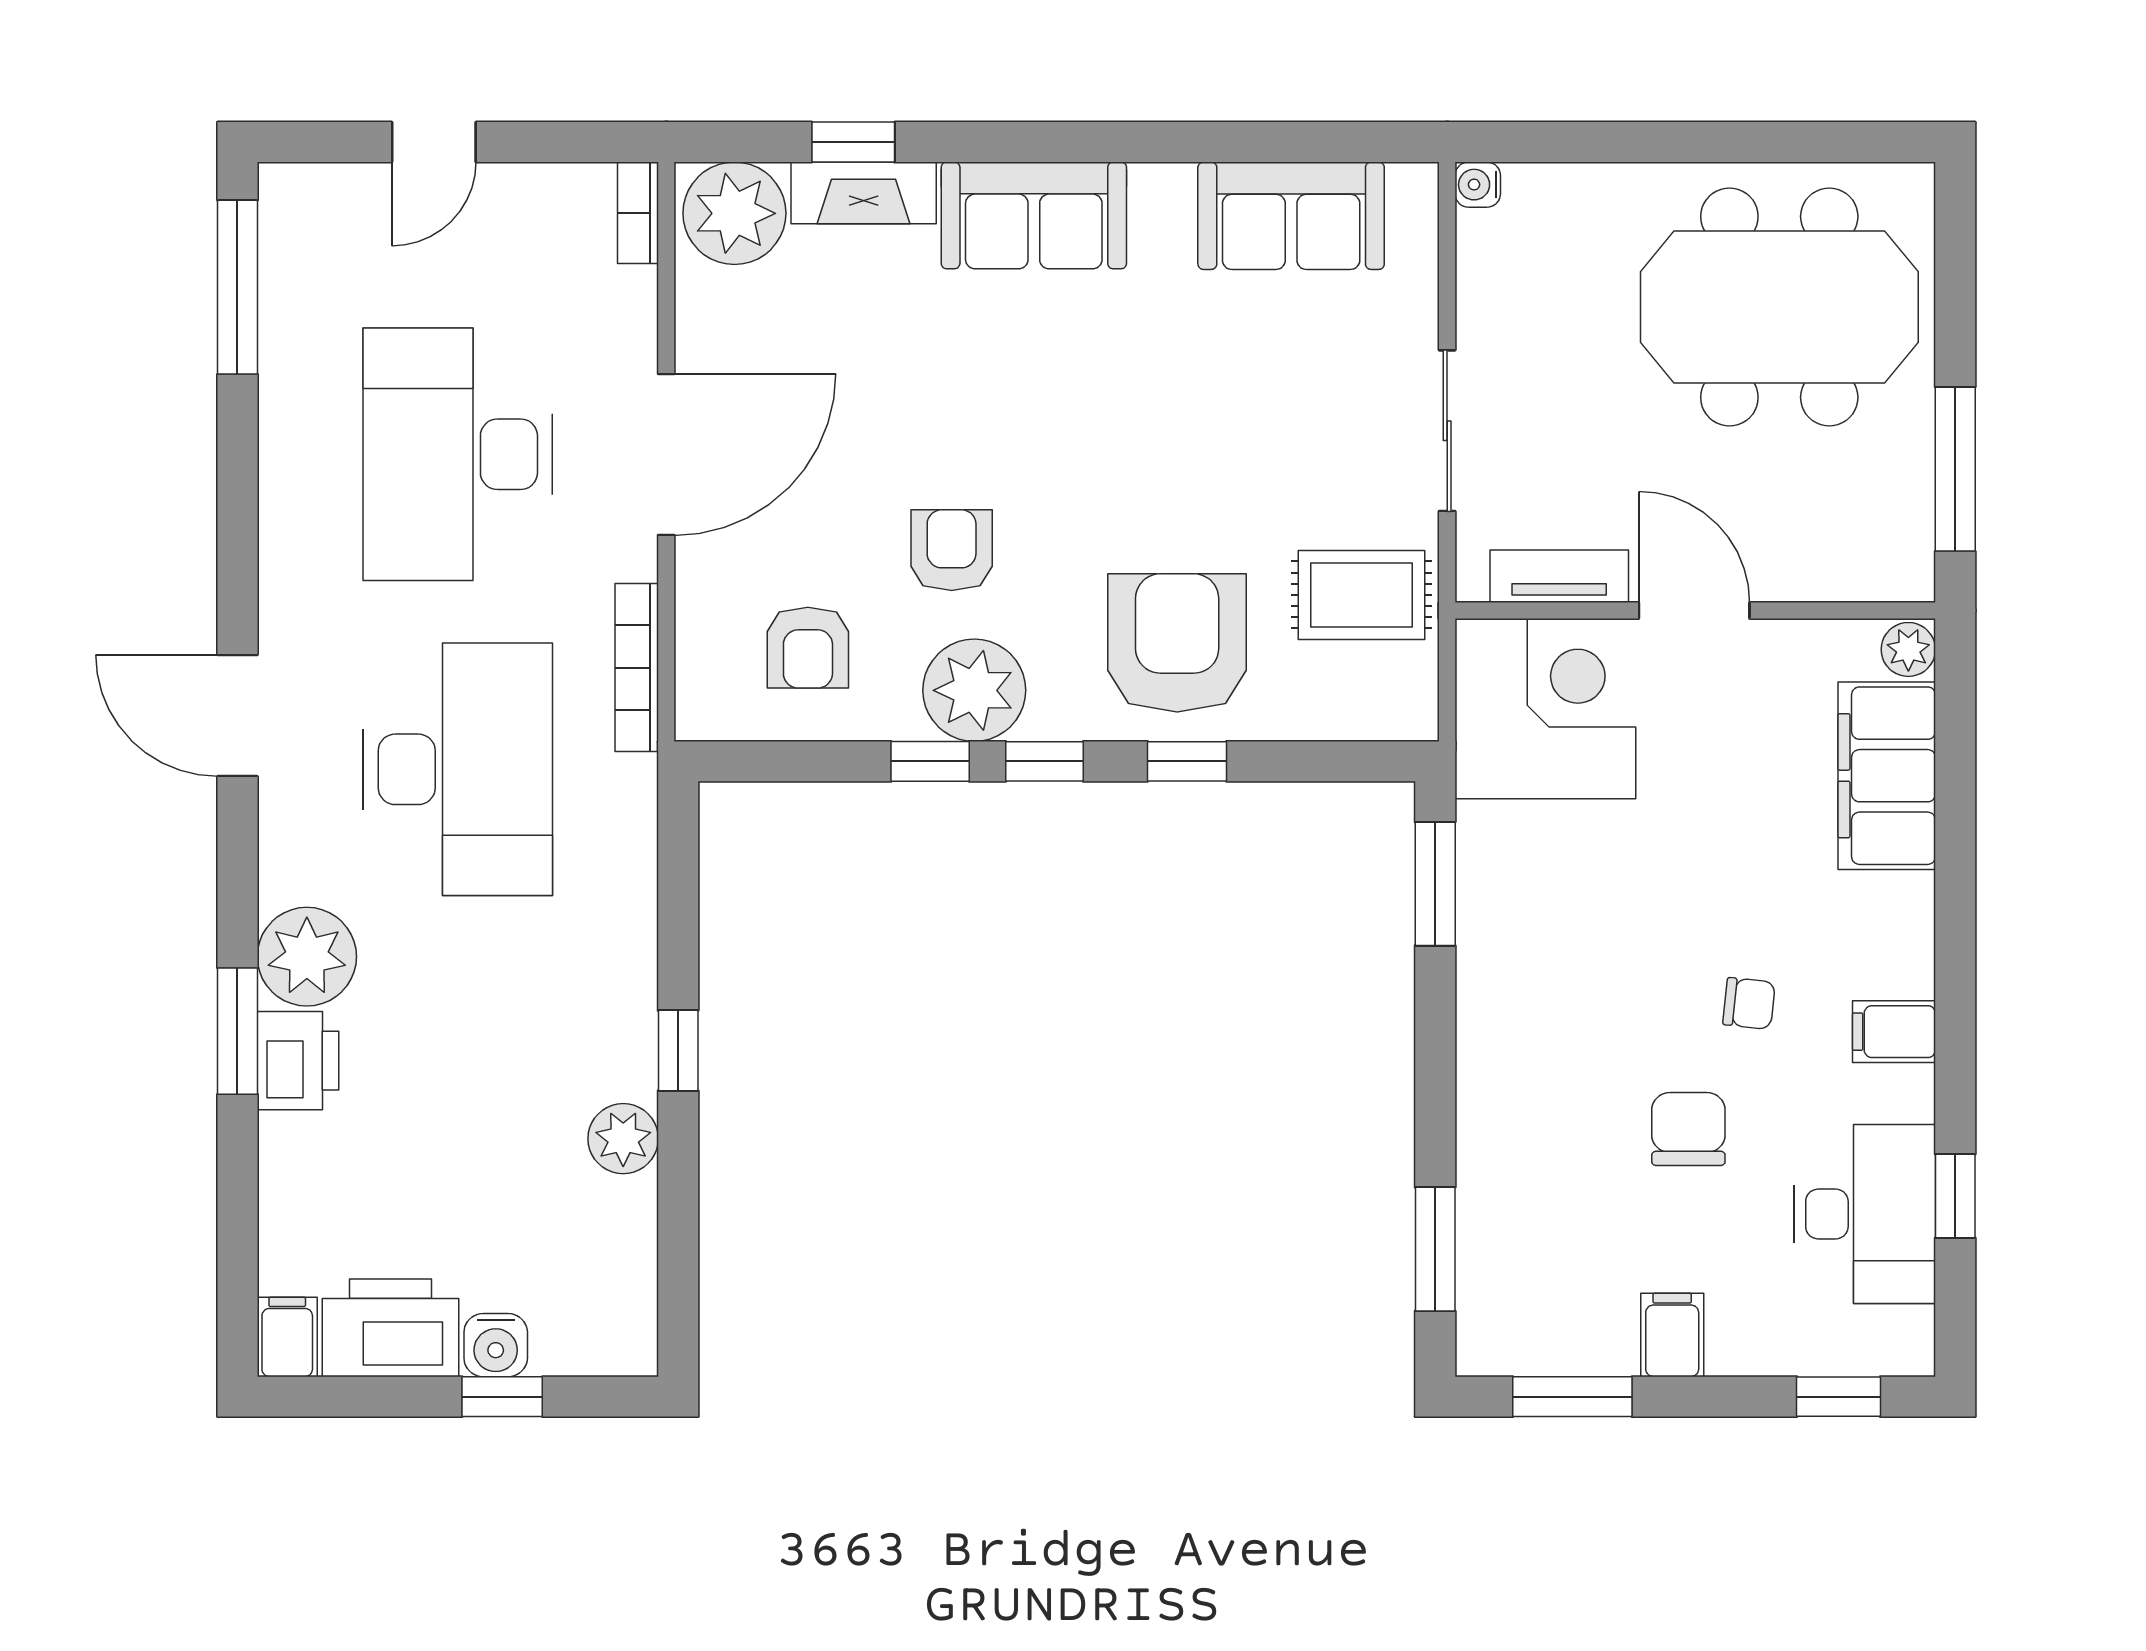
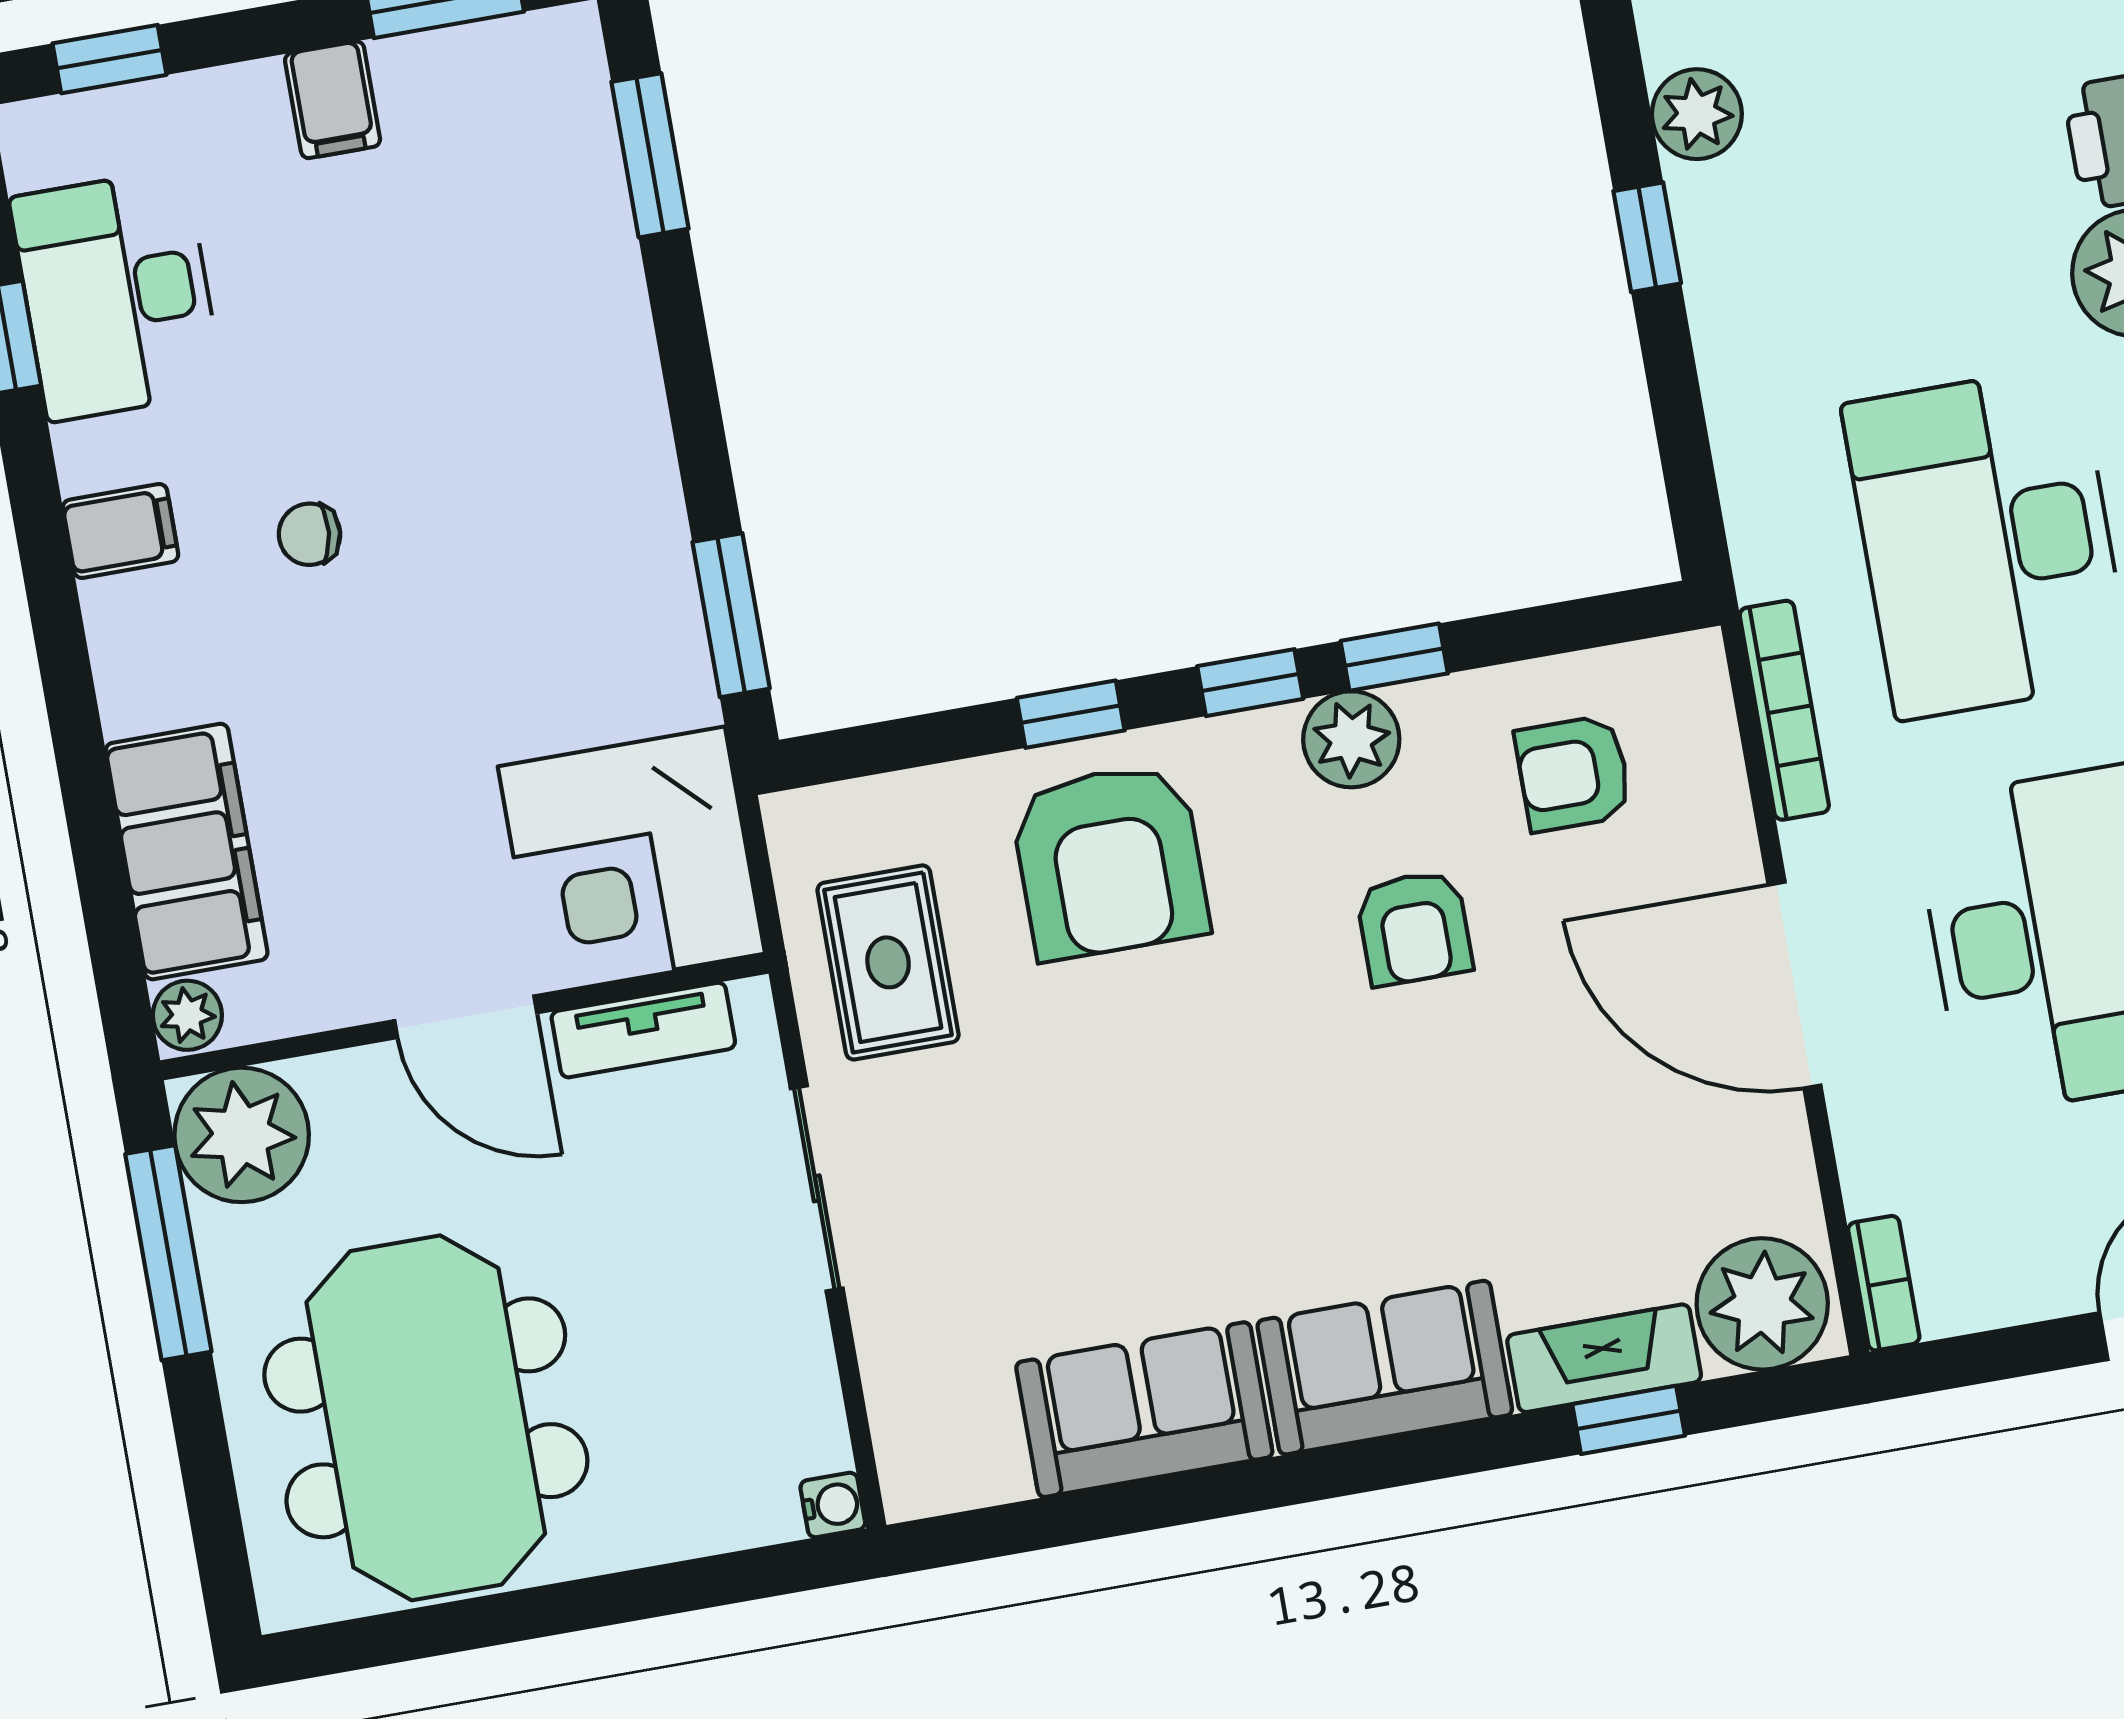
sofa: (1291, 216) -> (1144, 1410), moved
meeting table: (1779, 307) -> (426, 1418), turned 90
door: (666, 455) -> (1794, 985), hinge flipped
plant: (1883, 550) -> (242, 1135), added
rug: (1361, 595) -> (888, 962), turned 90
armchair: (808, 648) -> (1573, 773), turned -90
plant: (974, 690) -> (1351, 739), width x0.73, depth x0.73
chair: (1688, 1129) -> (358, 363), removed

